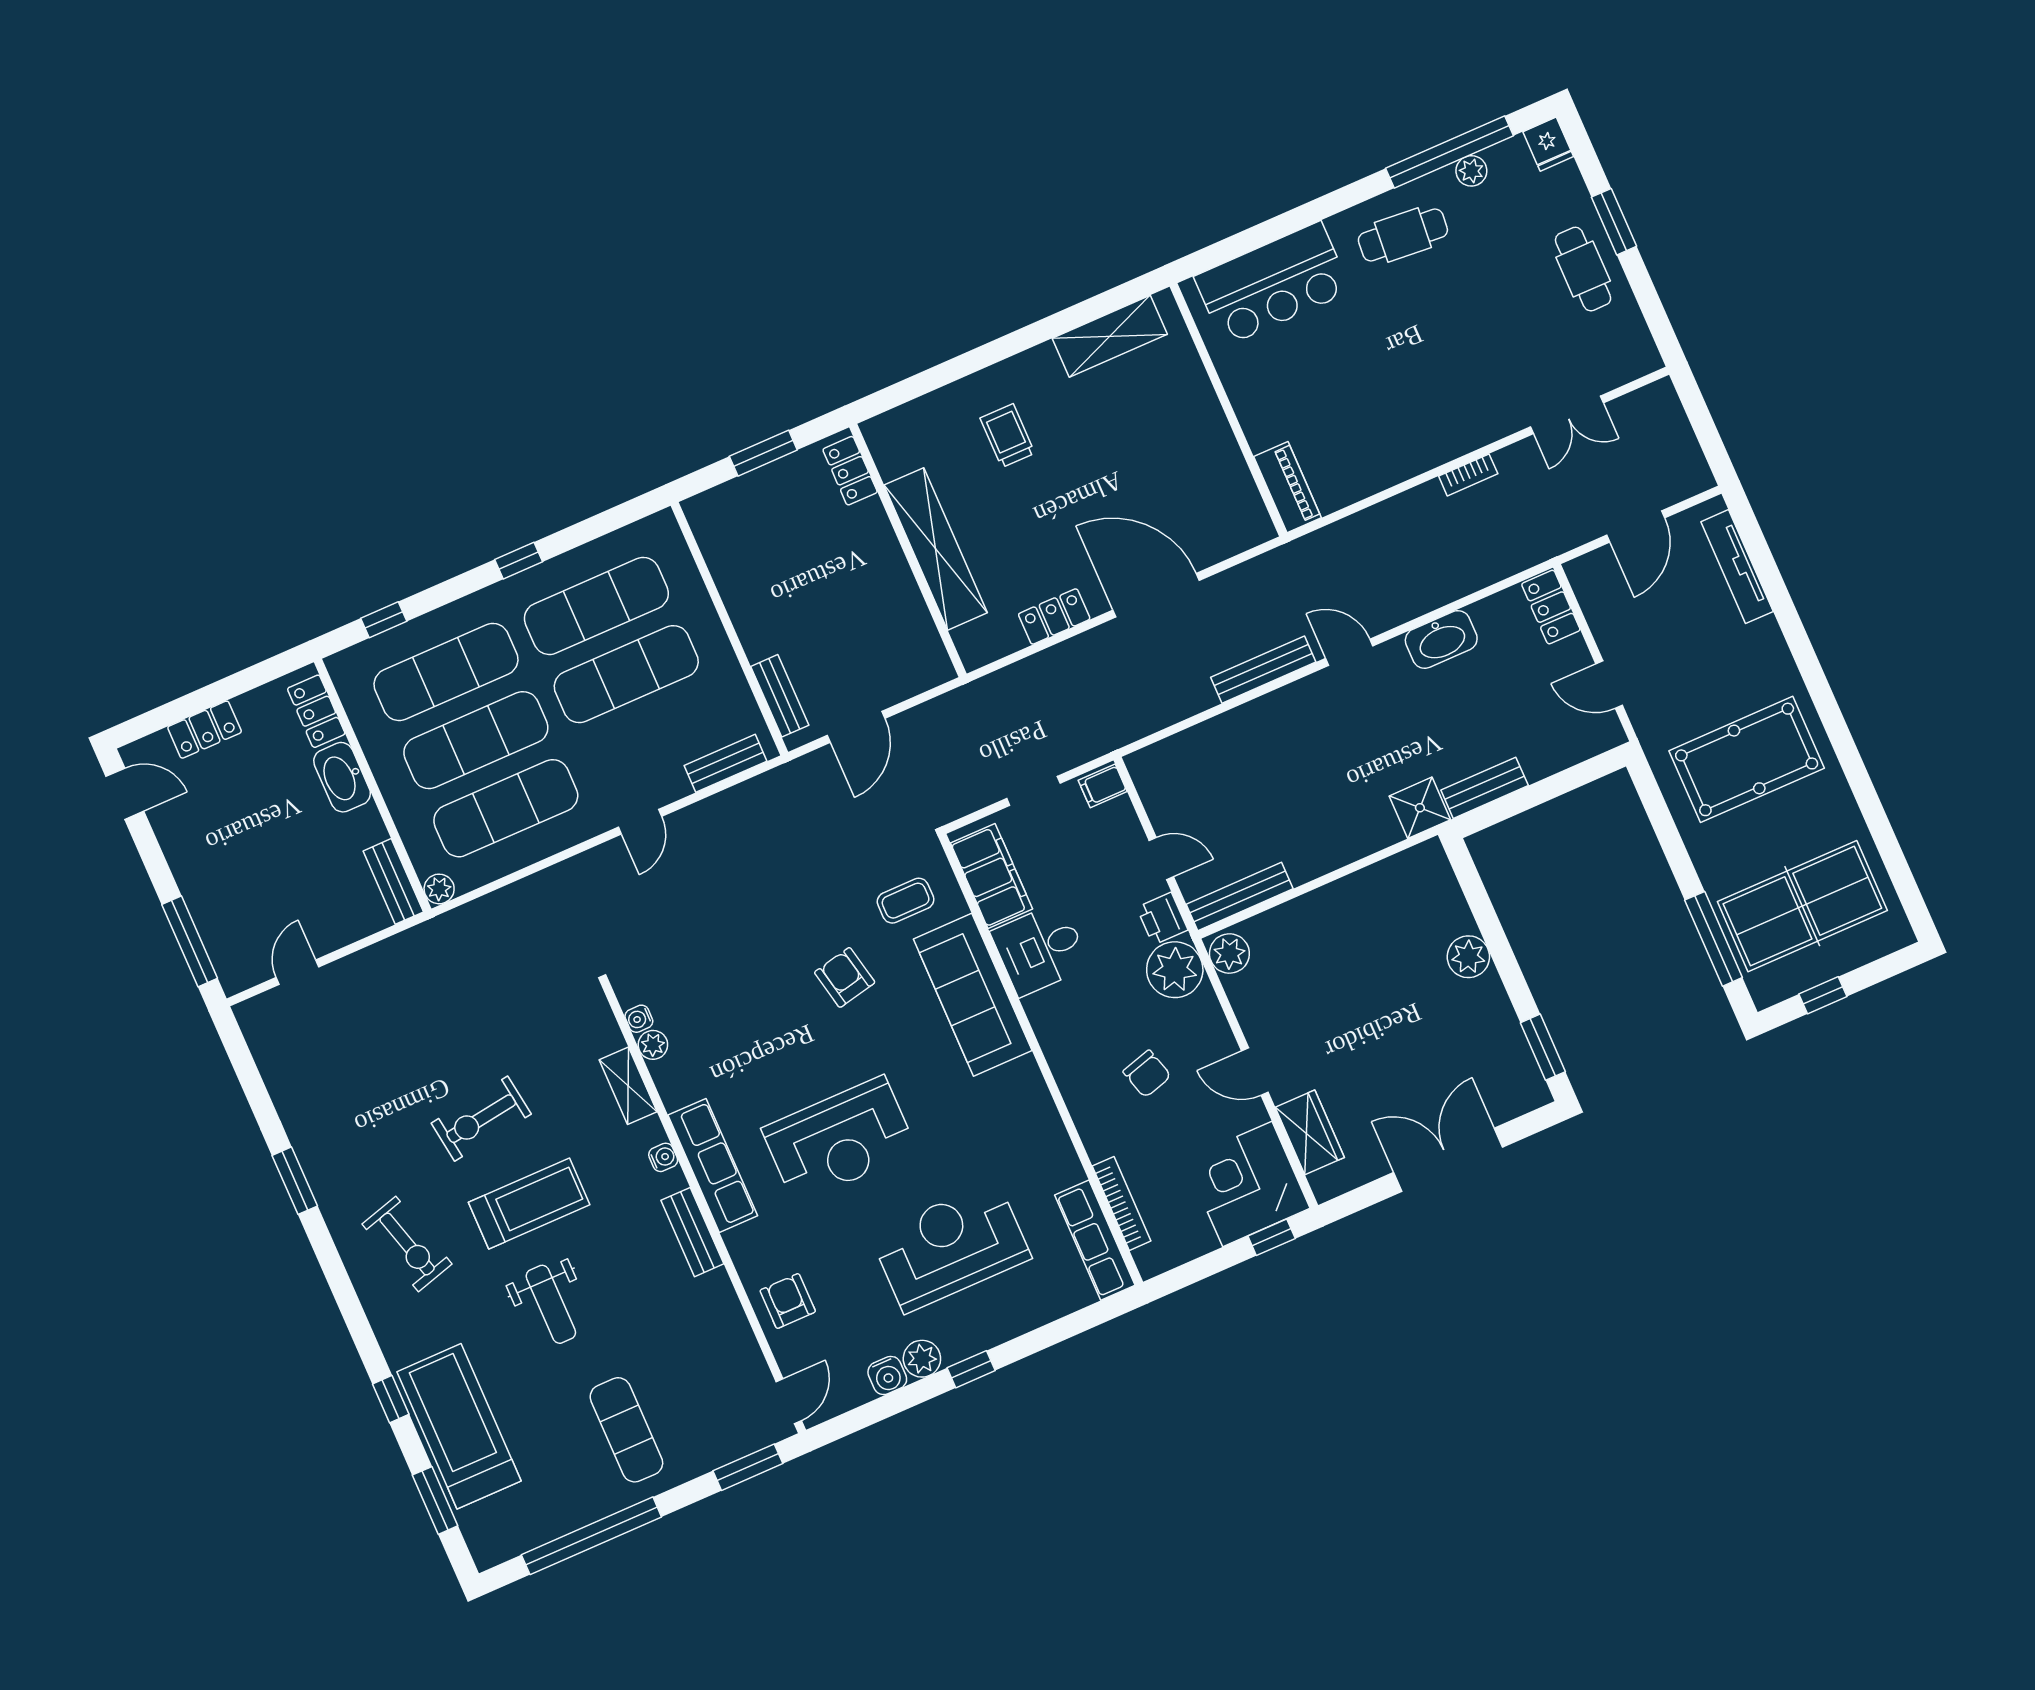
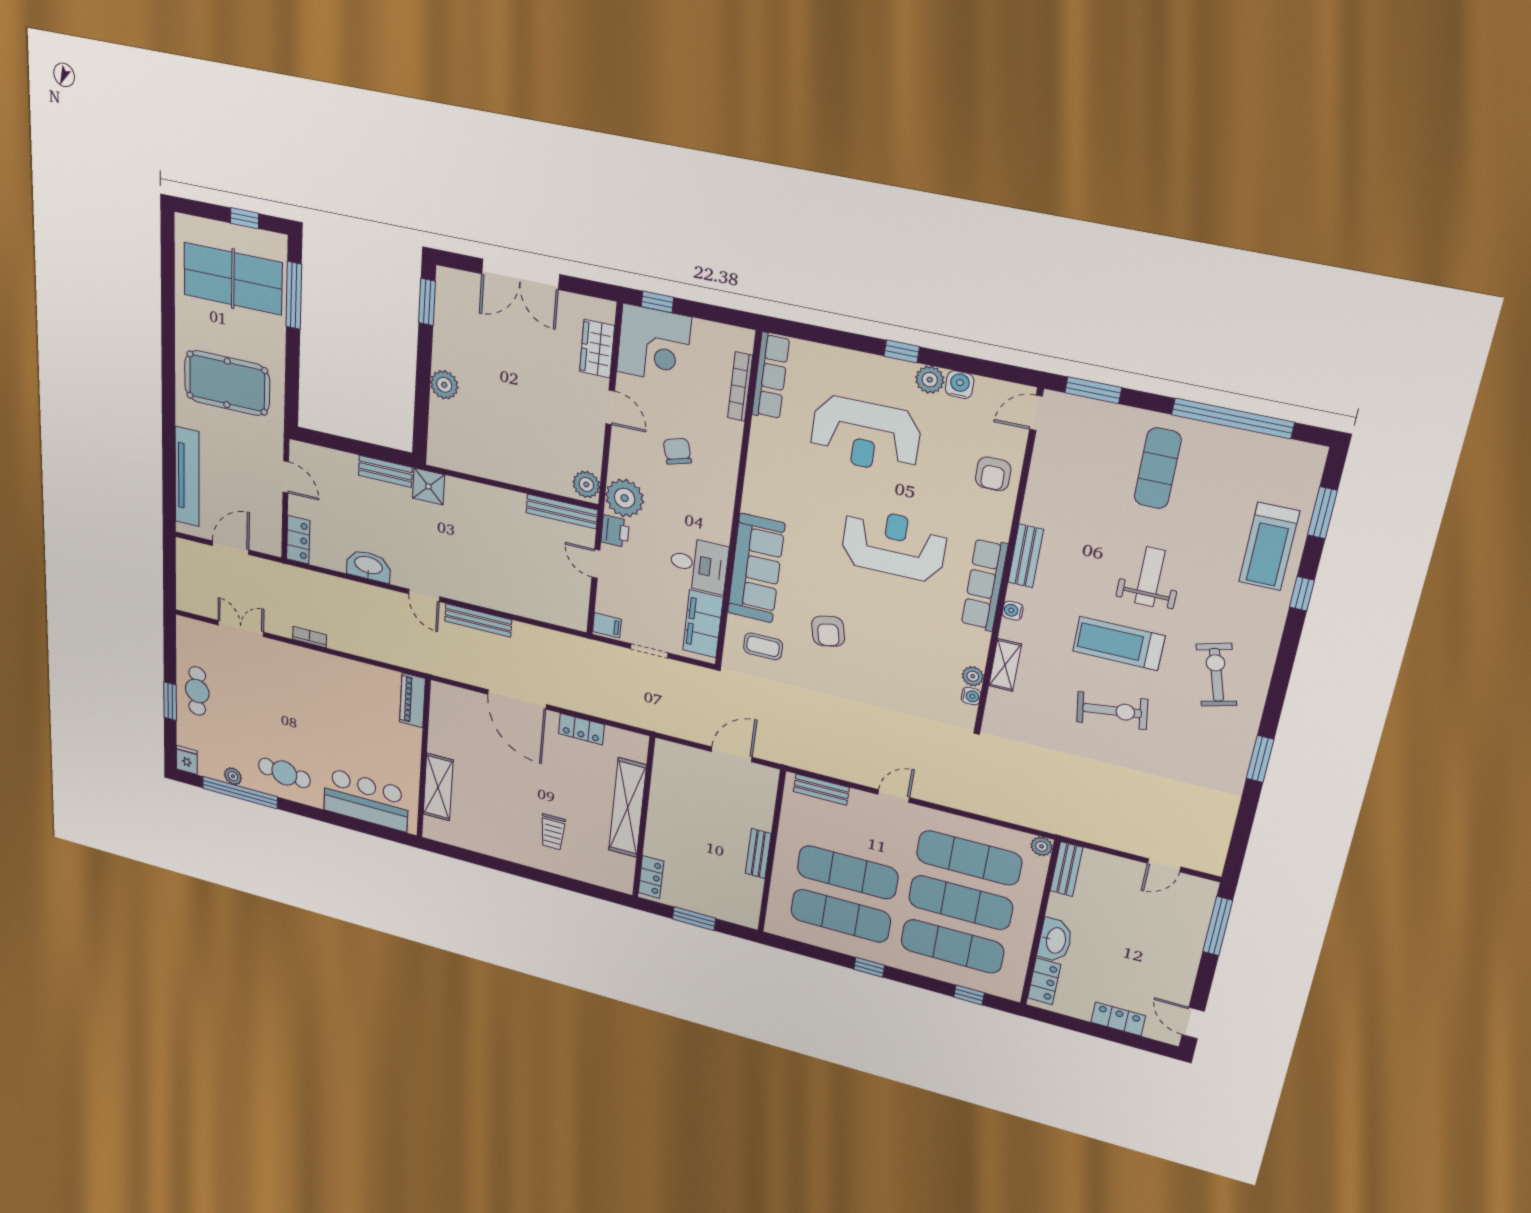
shelving: (1110, 336) -> (438, 787), moved, turned 90
tv unit: (1737, 567) -> (187, 477), width x1.36, depth x1.29
bench: (780, 696) -> (758, 854), moved
treadmill: (459, 1426) -> (1269, 547), width x0.73, depth x0.73

